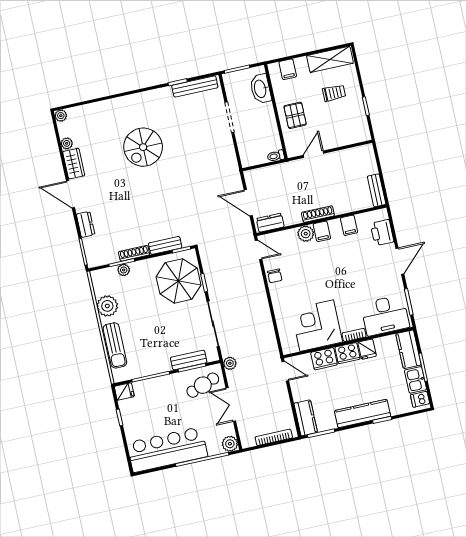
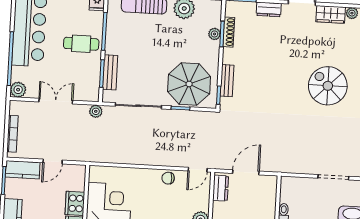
shoe rack: (134, 253) -> (229, 32), moved
door: (285, 371) -> (53, 161), moved
cafe table: (203, 385) -> (81, 44), moved, turned -70

